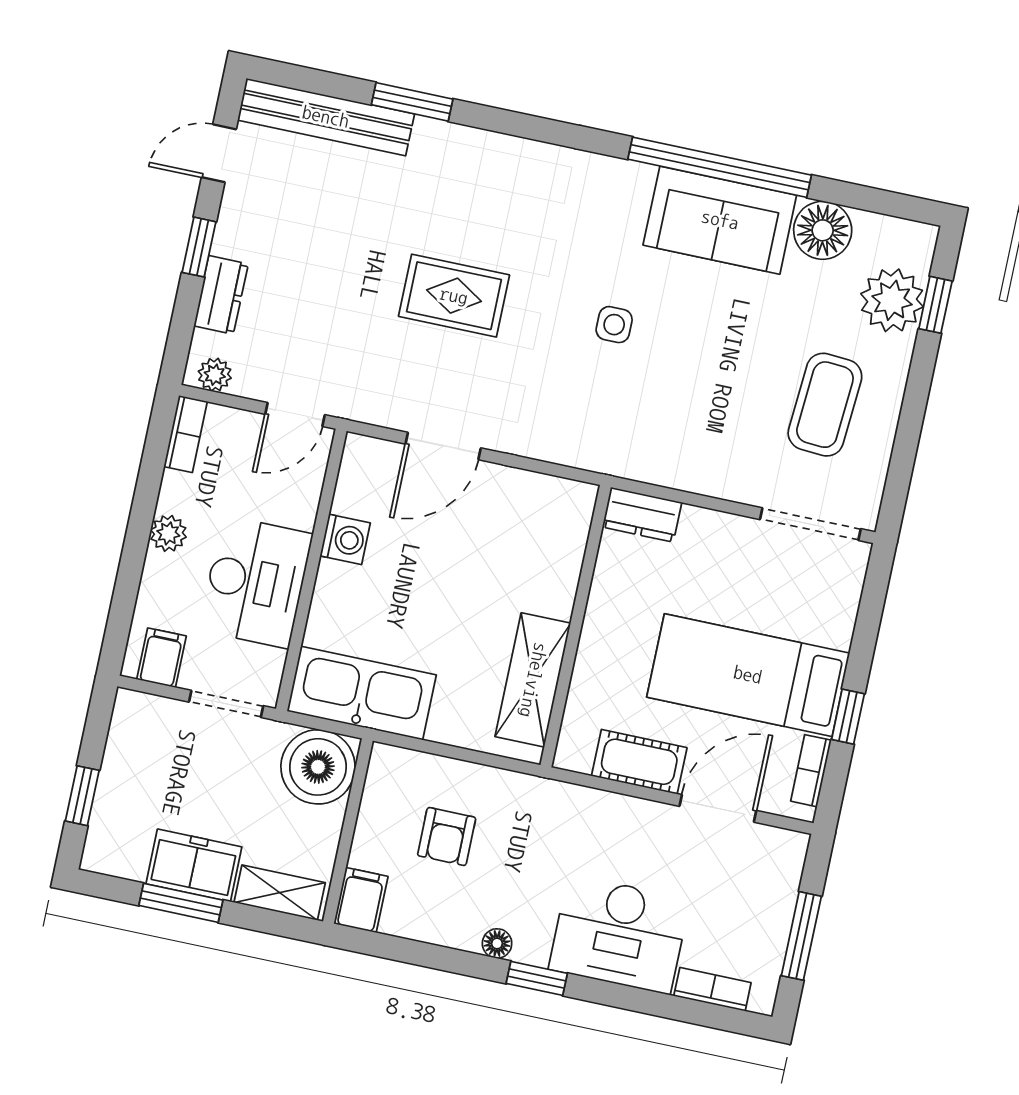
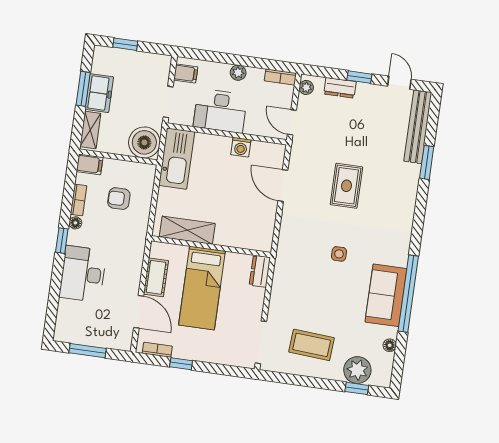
floor lamp: (823, 230) -> (390, 345), width x0.53, depth x0.53
bed: (748, 675) -> (202, 288), moved, turned 180
bookcase: (712, 989) -> (79, 200), moved

